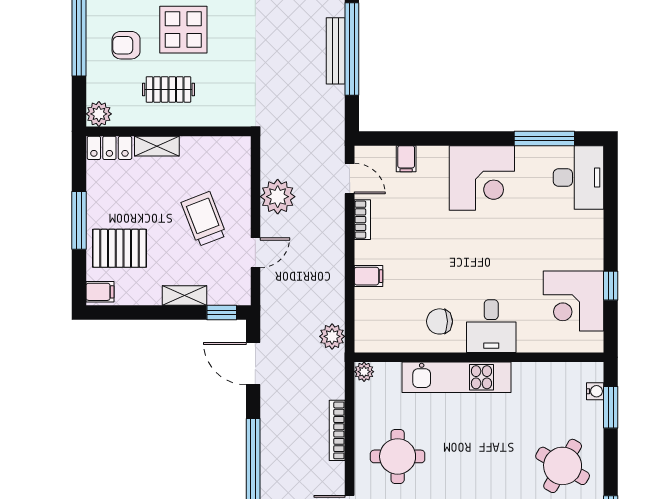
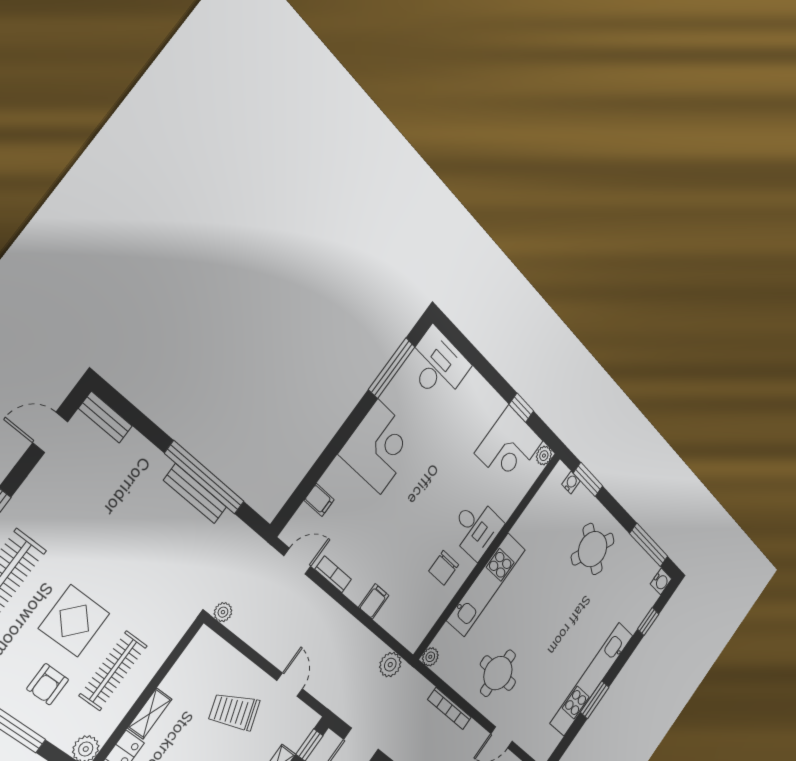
clothes rail: (168, 89) -> (113, 671), width x1.36
plant: (278, 197) -> (223, 612), moved, width x0.53, depth x0.53
plant: (594, 343) -> (544, 456), added

